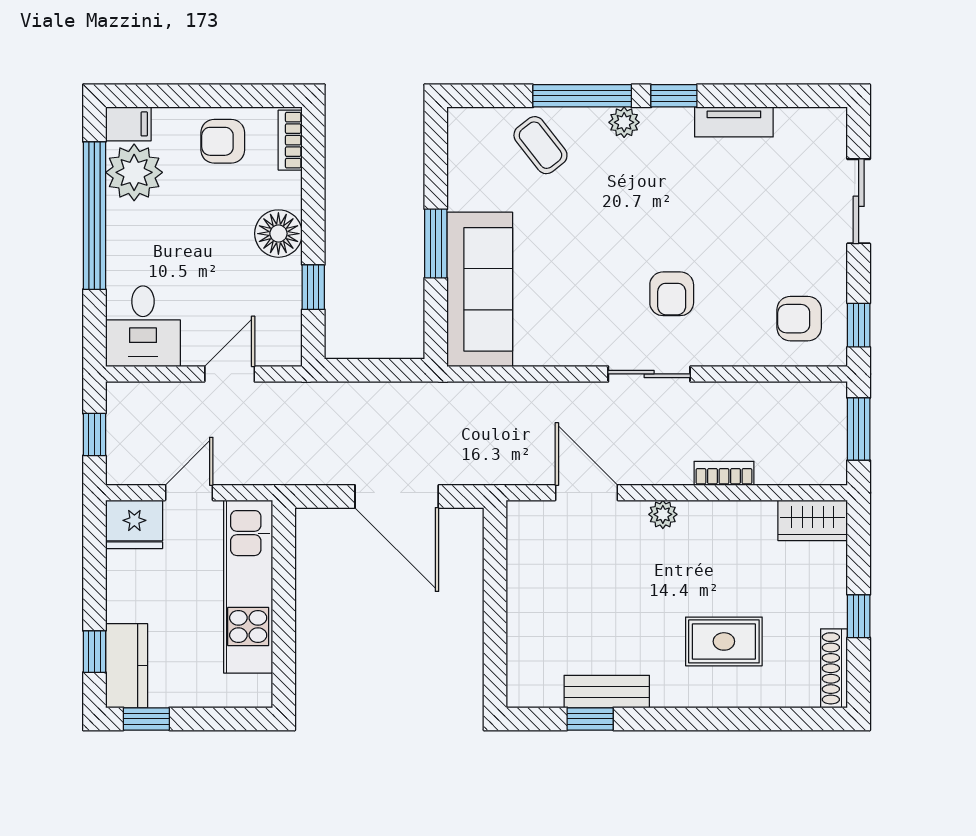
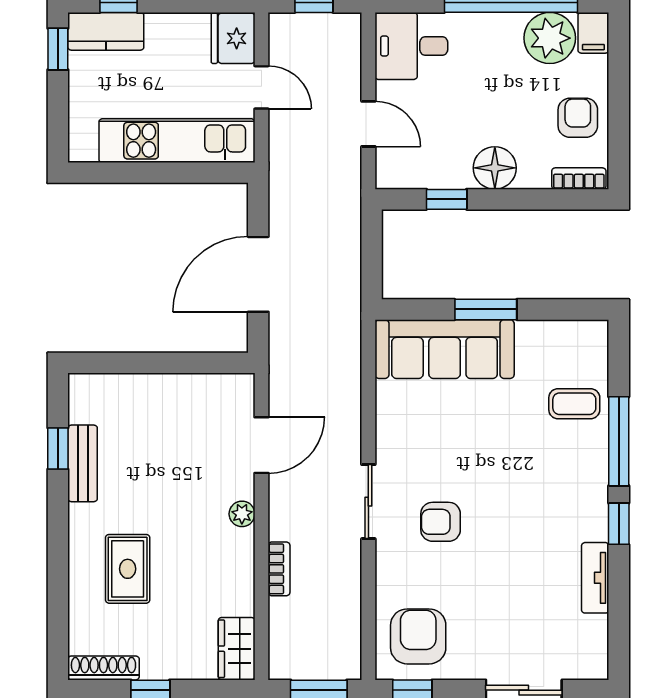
plant: (624, 122) -> (595, 479), removed
coffee table: (540, 145) -> (574, 404), turned 38
armchair: (799, 319) -> (418, 636), width x1.38, depth x1.38

